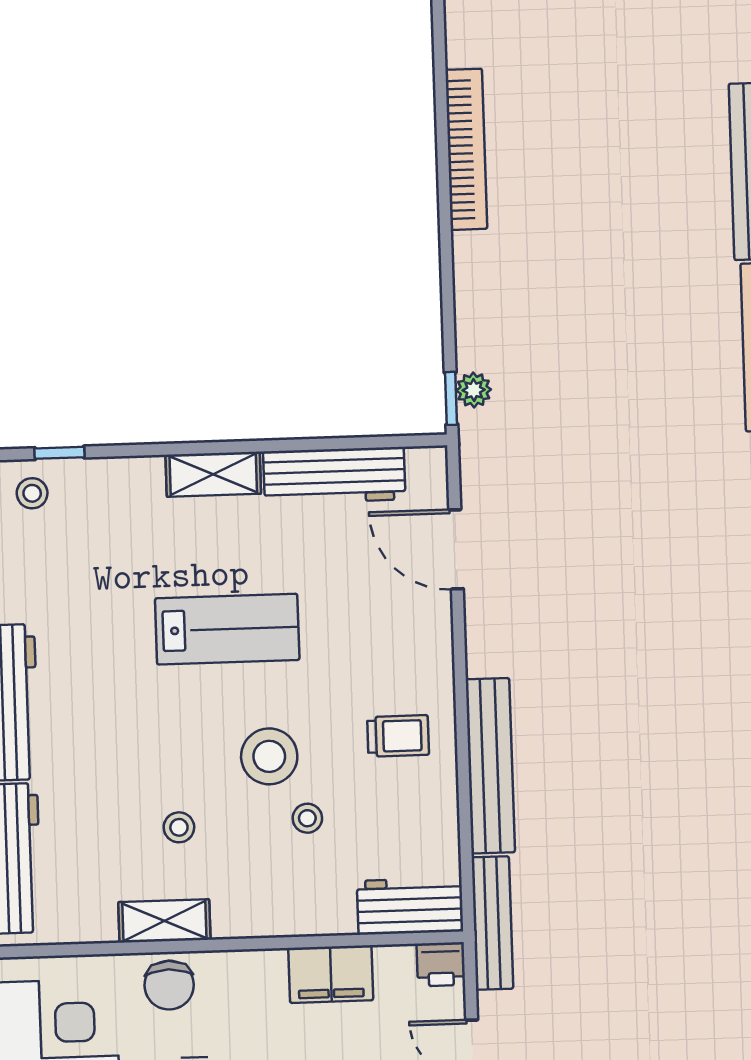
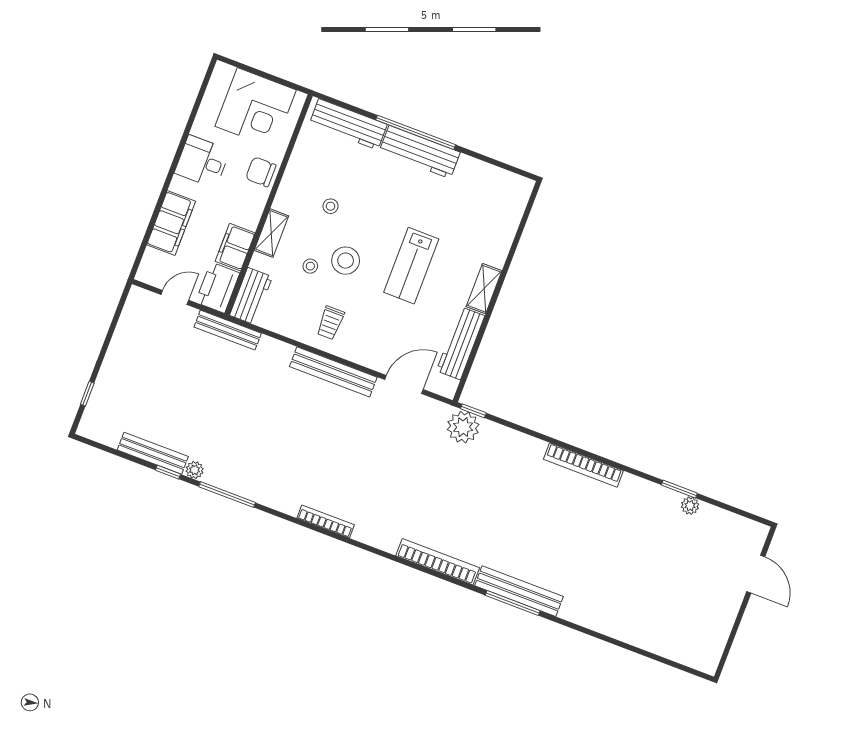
plant: (474, 390) -> (463, 427), width x1.88, depth x1.88
window: (59, 453) -> (523, 223), removed
stool: (32, 493) -> (510, 203), removed
bench: (490, 766) -> (333, 372), moved
shelving: (164, 921) -> (271, 233), moved
printer: (441, 964) -> (218, 288), width x1.87, depth x1.48

